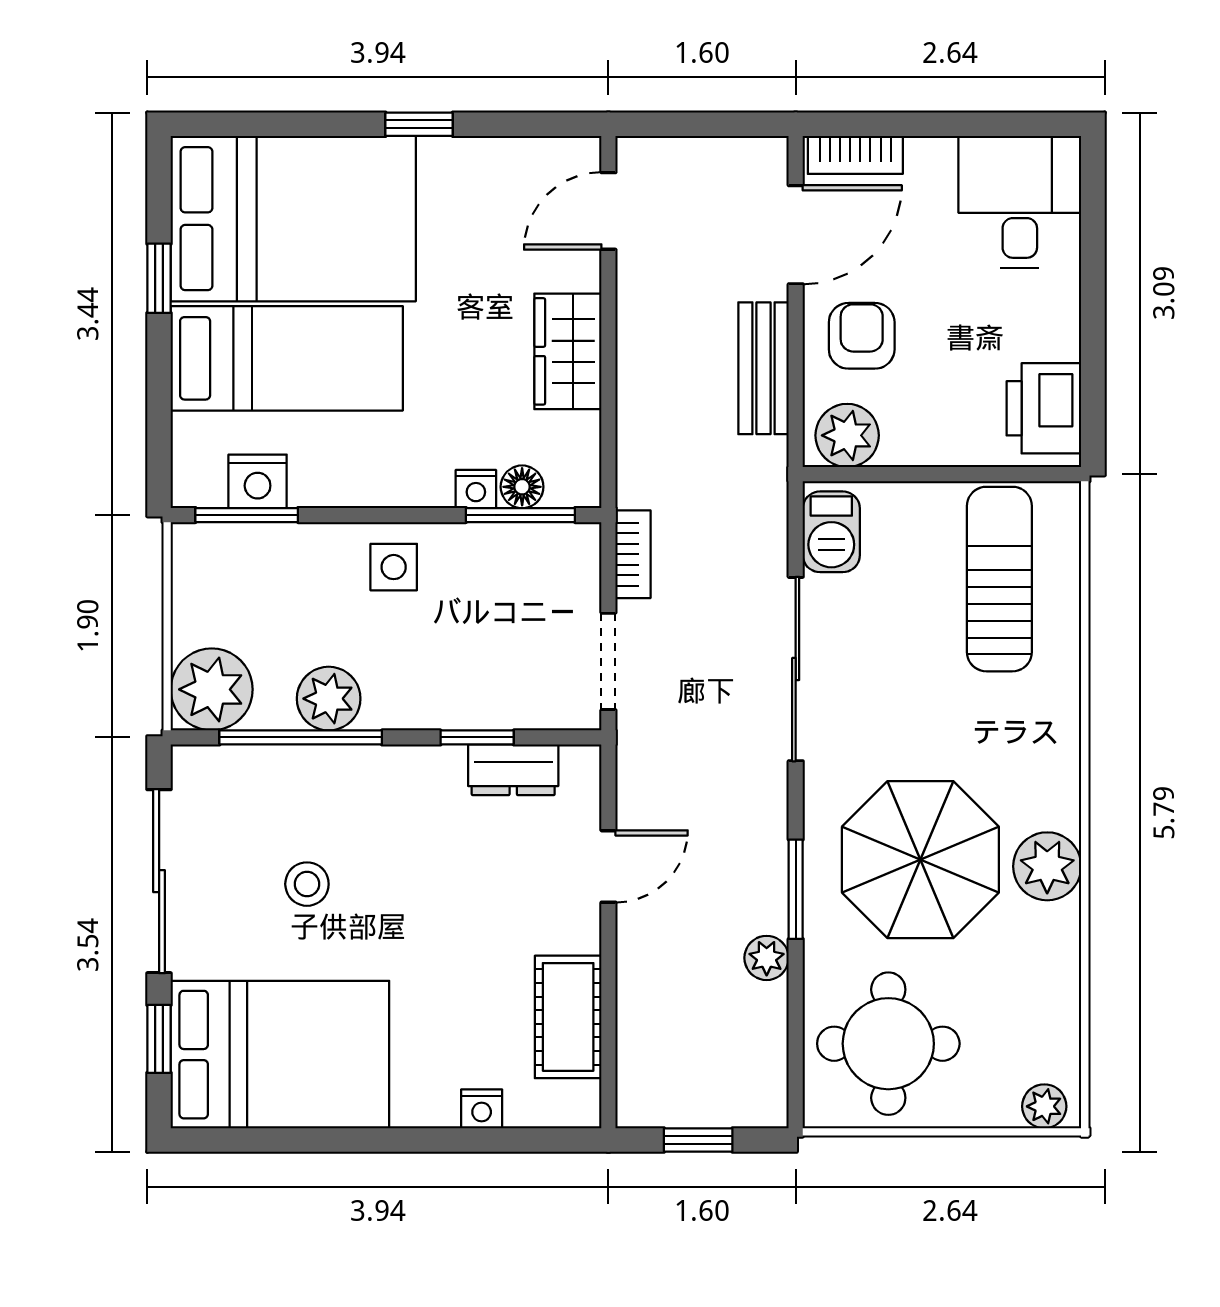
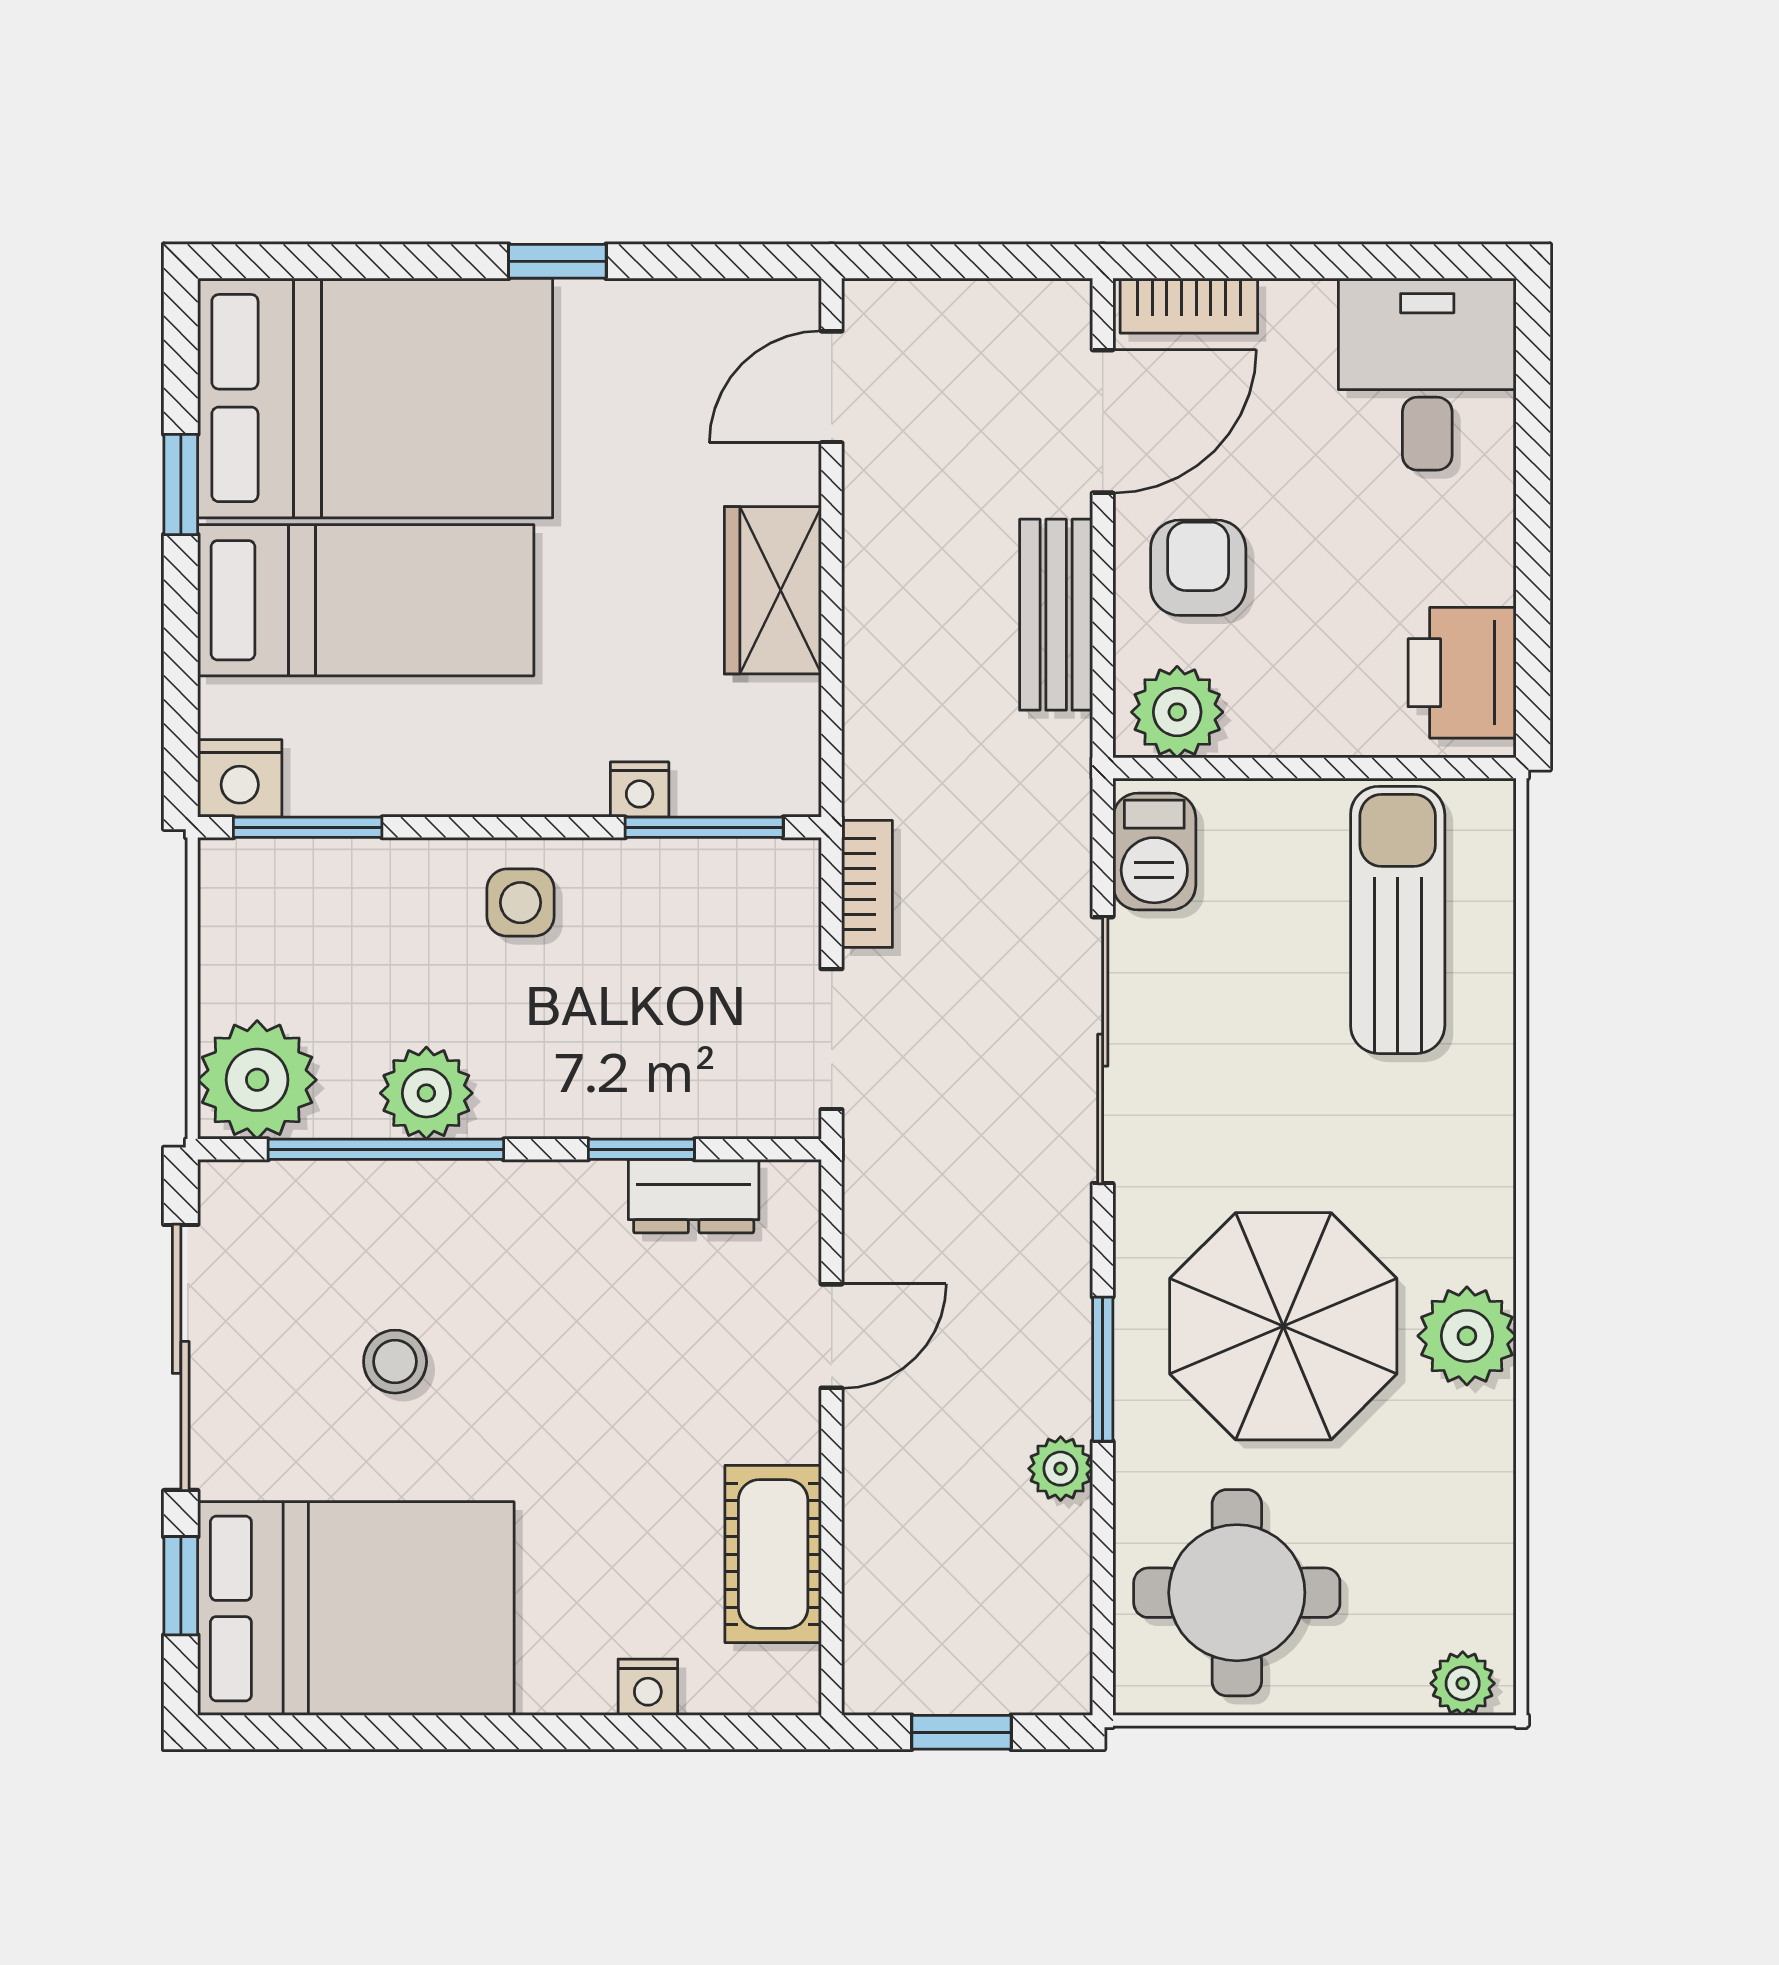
nightstand: (258, 481) -> (240, 778), moved
floor lamp: (522, 487) -> (706, 786), removed

